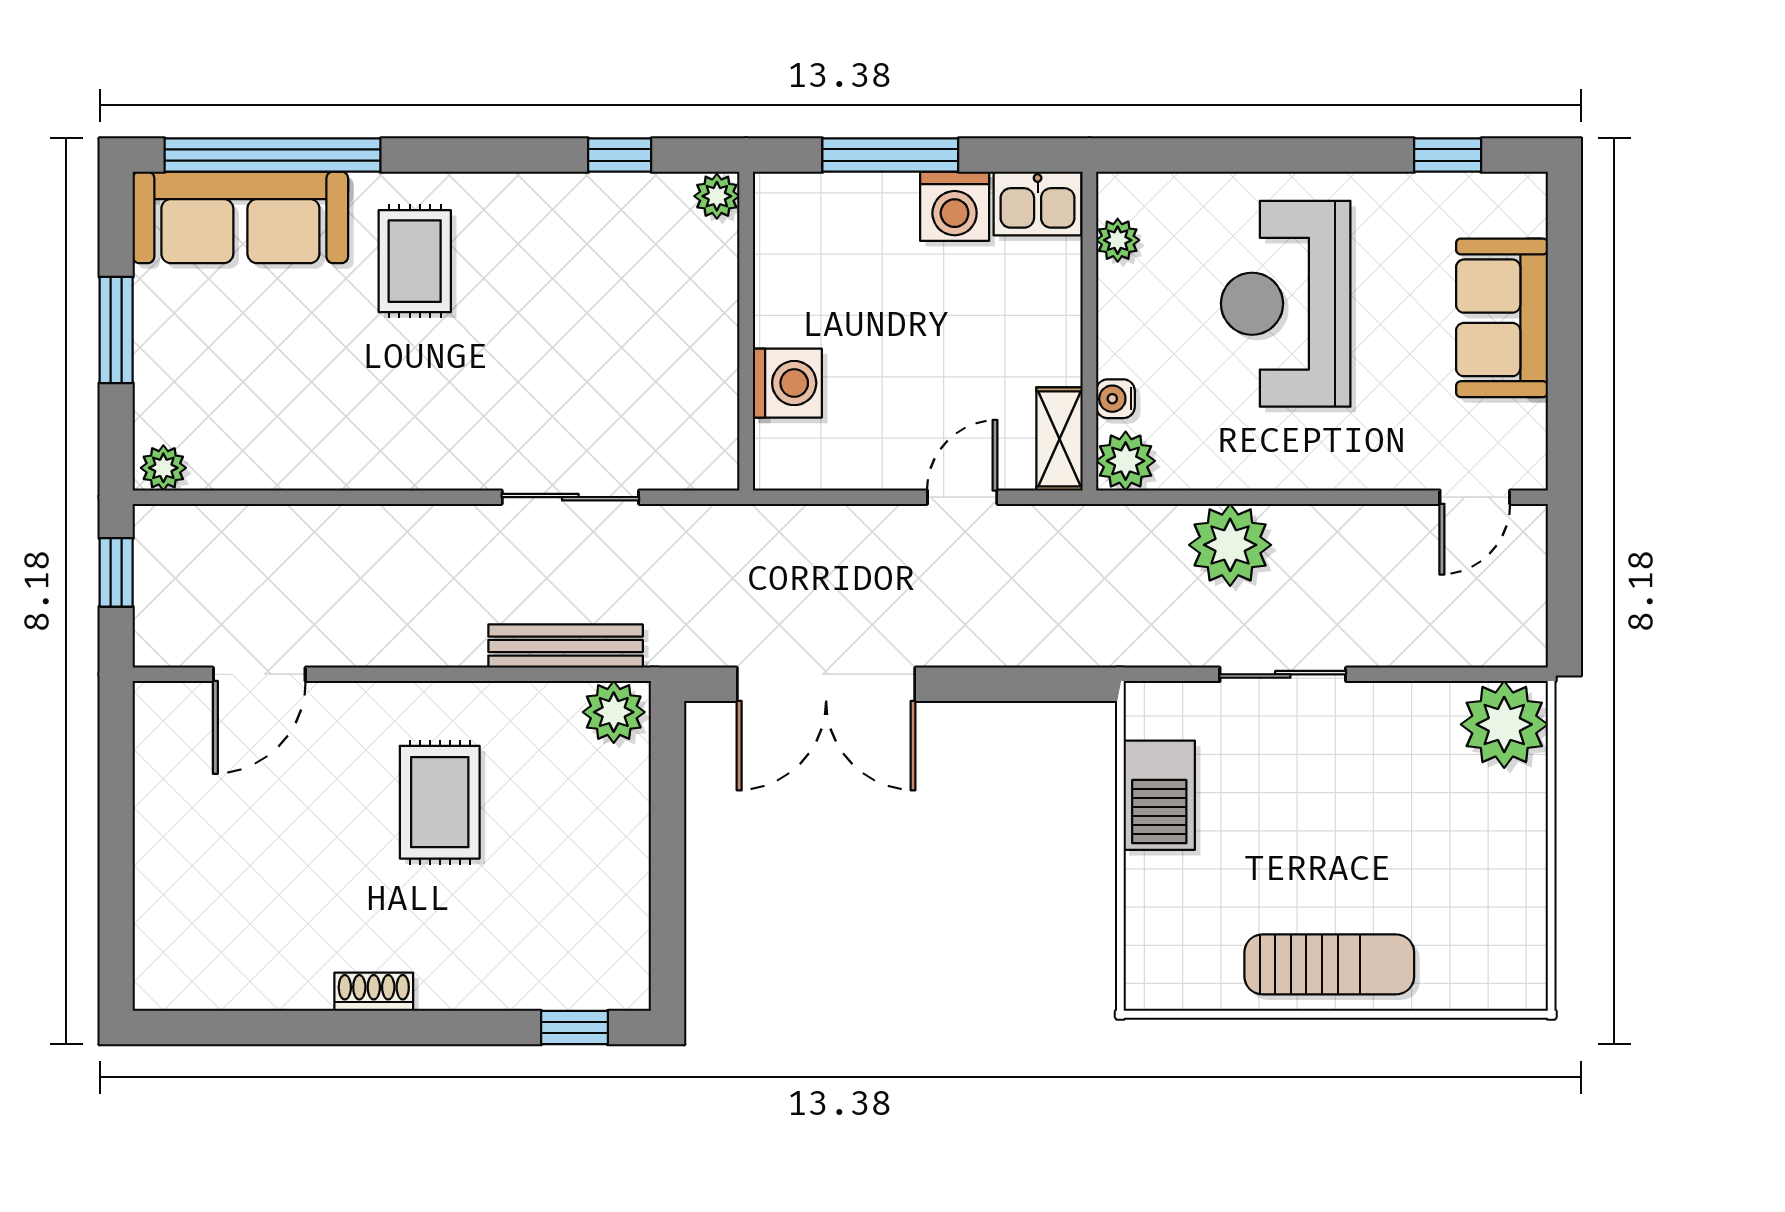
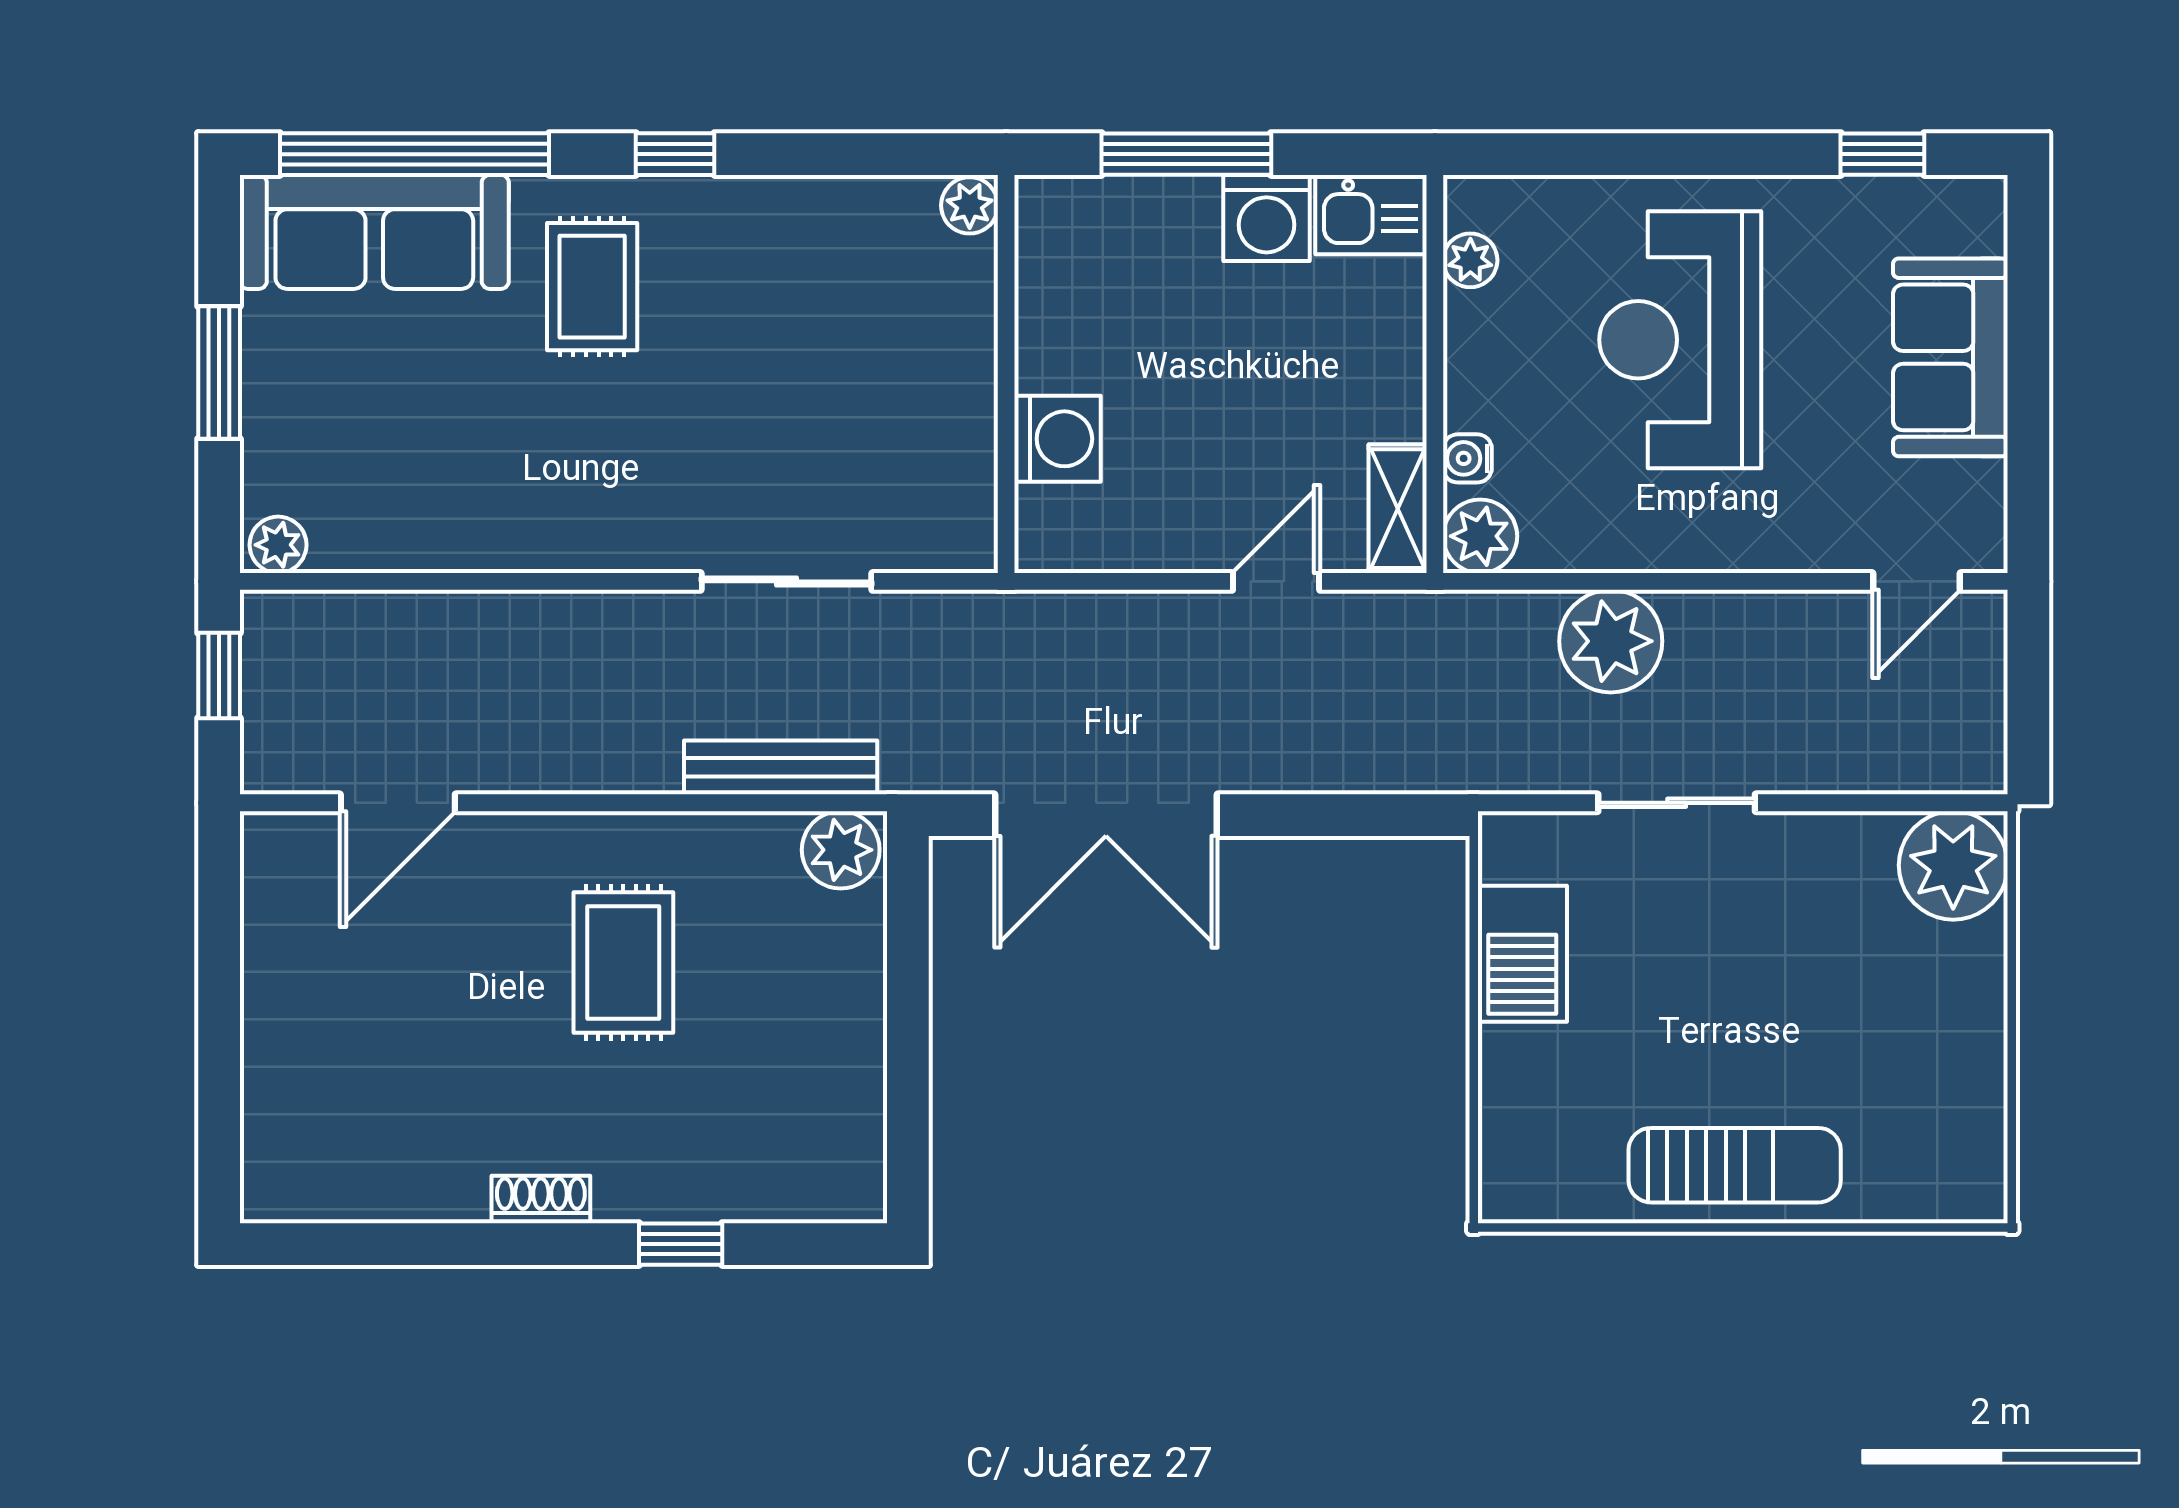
window: (620, 155) -> (675, 154), moved
window: (575, 1028) -> (681, 1244), moved

